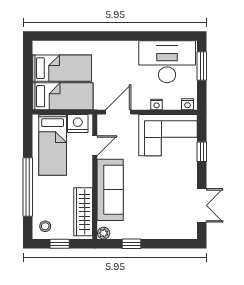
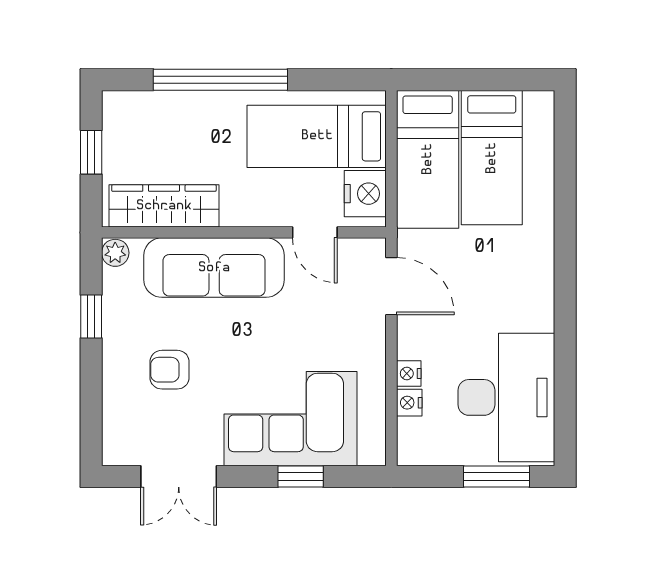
nightstand: (187, 104) -> (409, 403), moved
corner sofa: (168, 135) -> (290, 419), moved, turned 90
armchair: (155, 209) -> (170, 370), added
stool: (45, 226) -> (131, 119), removed

